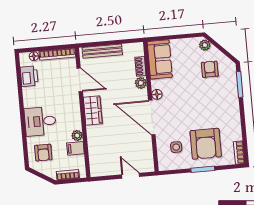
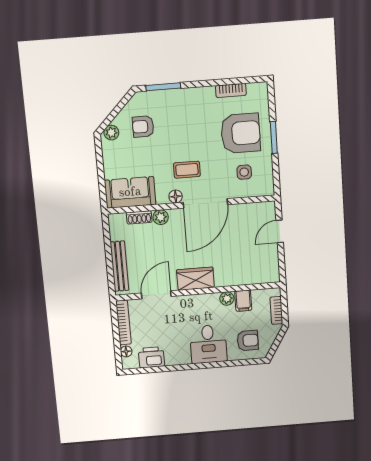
coffee table: (178, 103) -> (187, 170), added
bookcase: (239, 152) -> (231, 90), moved

